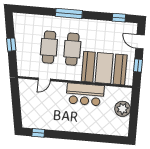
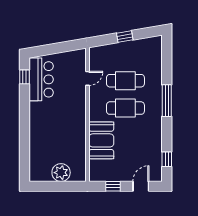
booth: (104, 68) -> (101, 140), width x0.73, depth x0.70
door: (44, 79) -> (87, 78), swing flipped
bar counter: (85, 94) -> (41, 79), moved, turned 180

